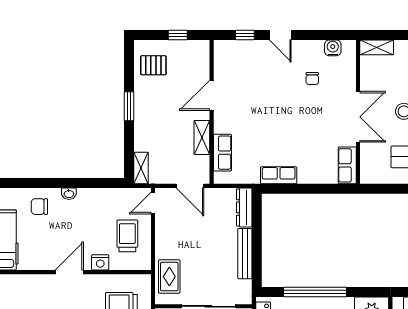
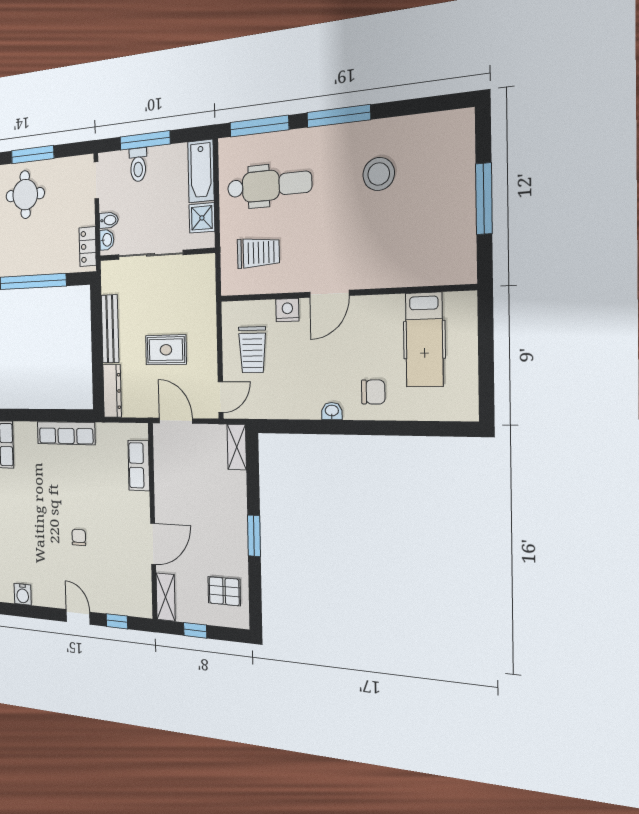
chair: (312, 79) -> (79, 537), moved
shelving: (202, 137) -> (166, 597), moved
row of seats: (279, 175) -> (66, 433), width x1.48
rug: (169, 277) -> (166, 350), moved, turned 90

